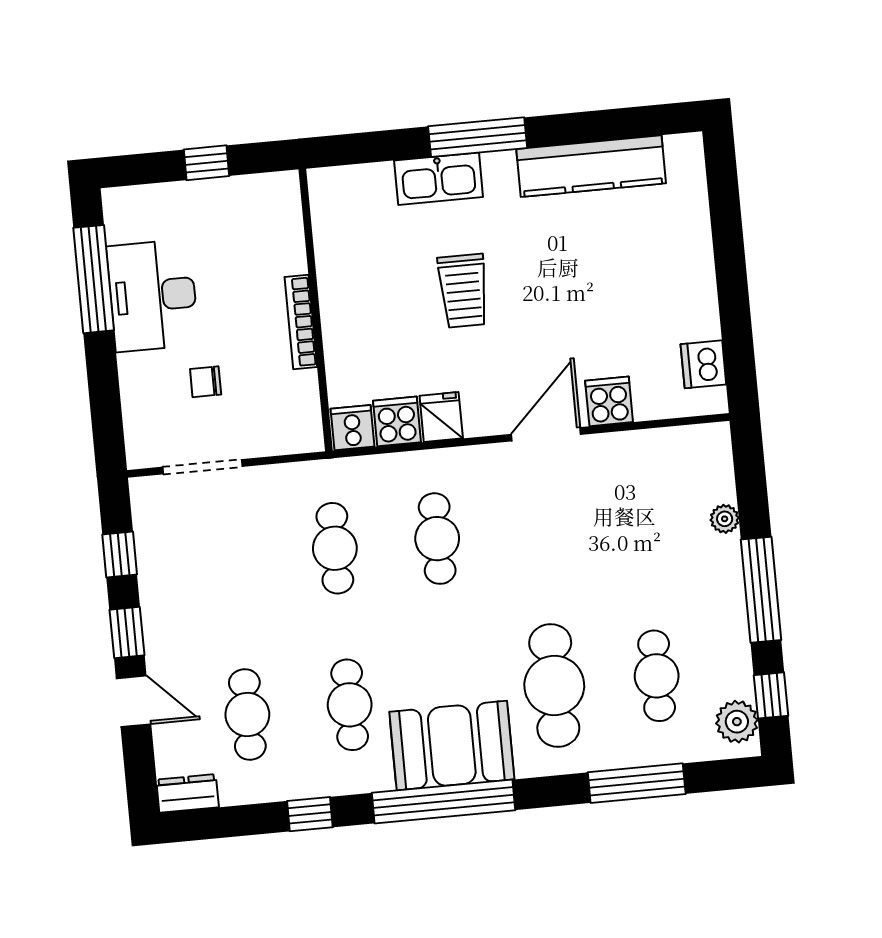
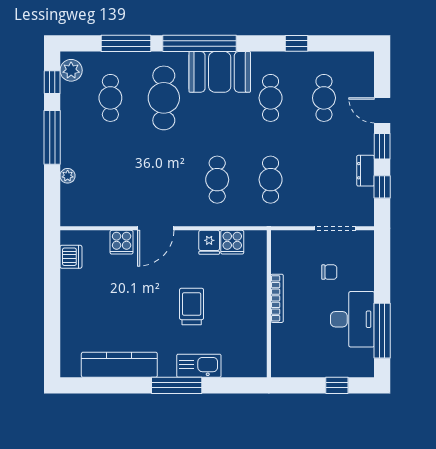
window: (207, 163) -> (337, 385), moved
cooker: (352, 428) -> (256, 241), removed
dresser: (188, 793) -> (366, 171), moved, turned 90
window: (443, 801) -> (200, 43), moved

